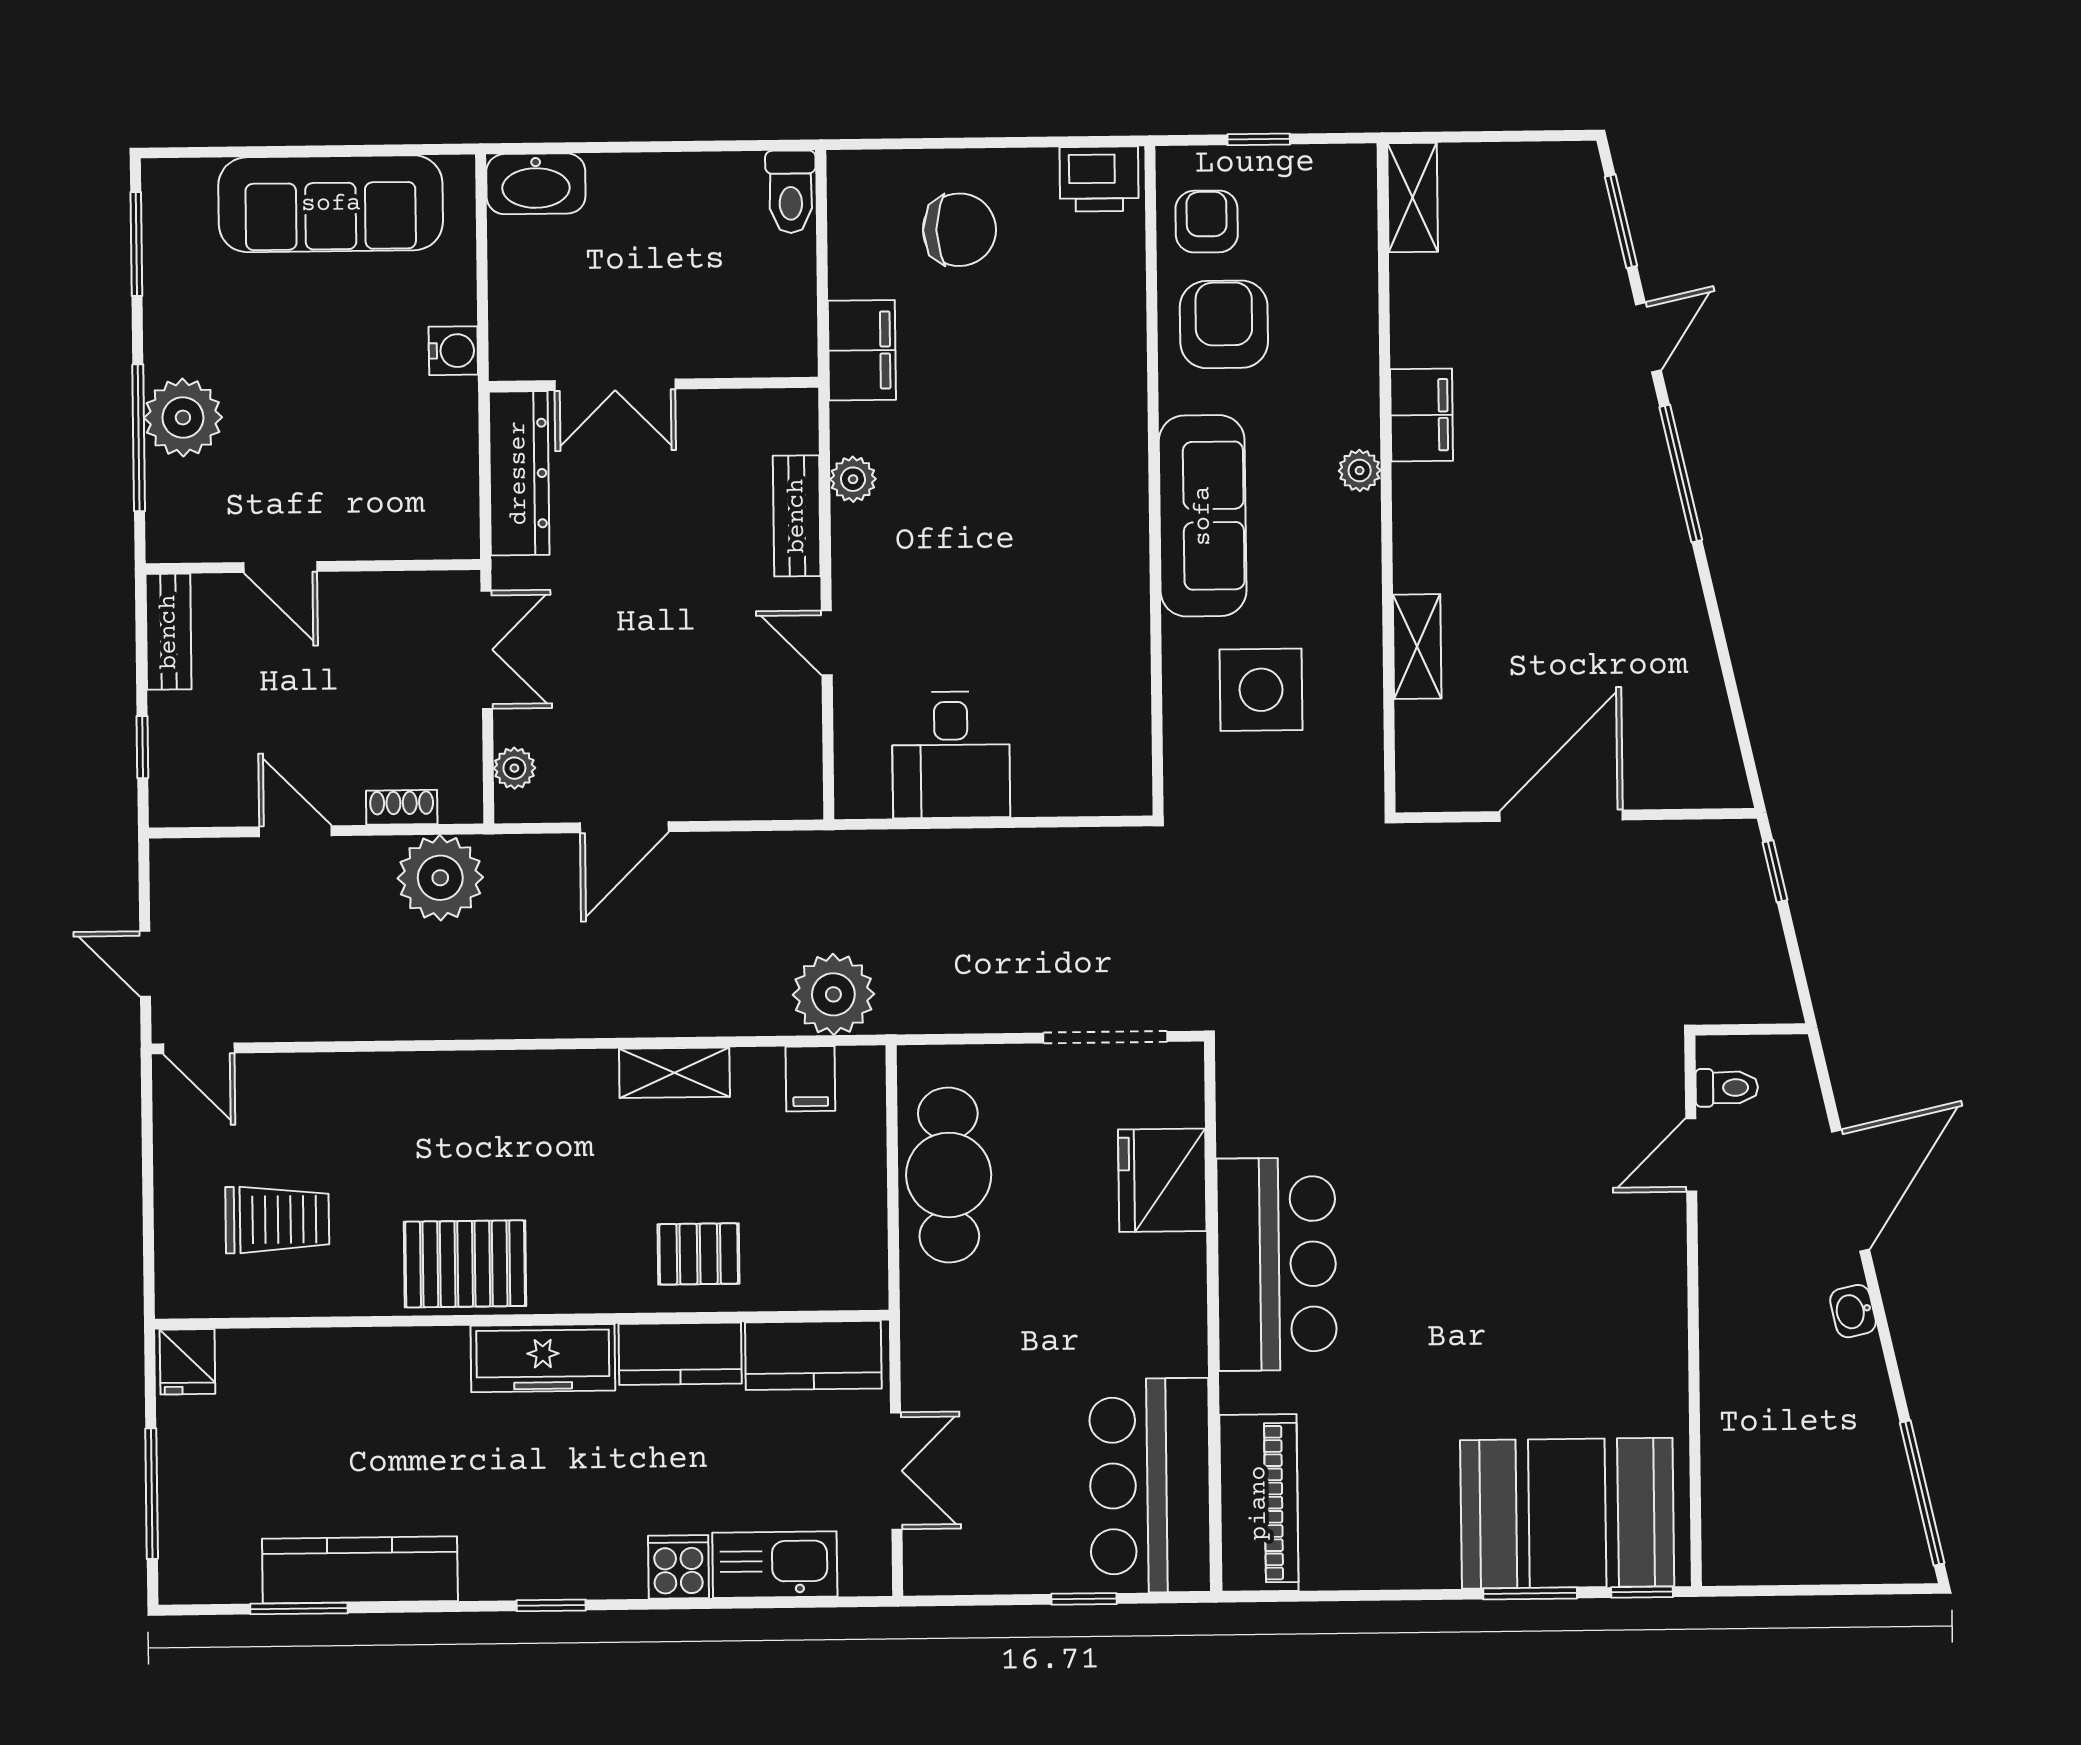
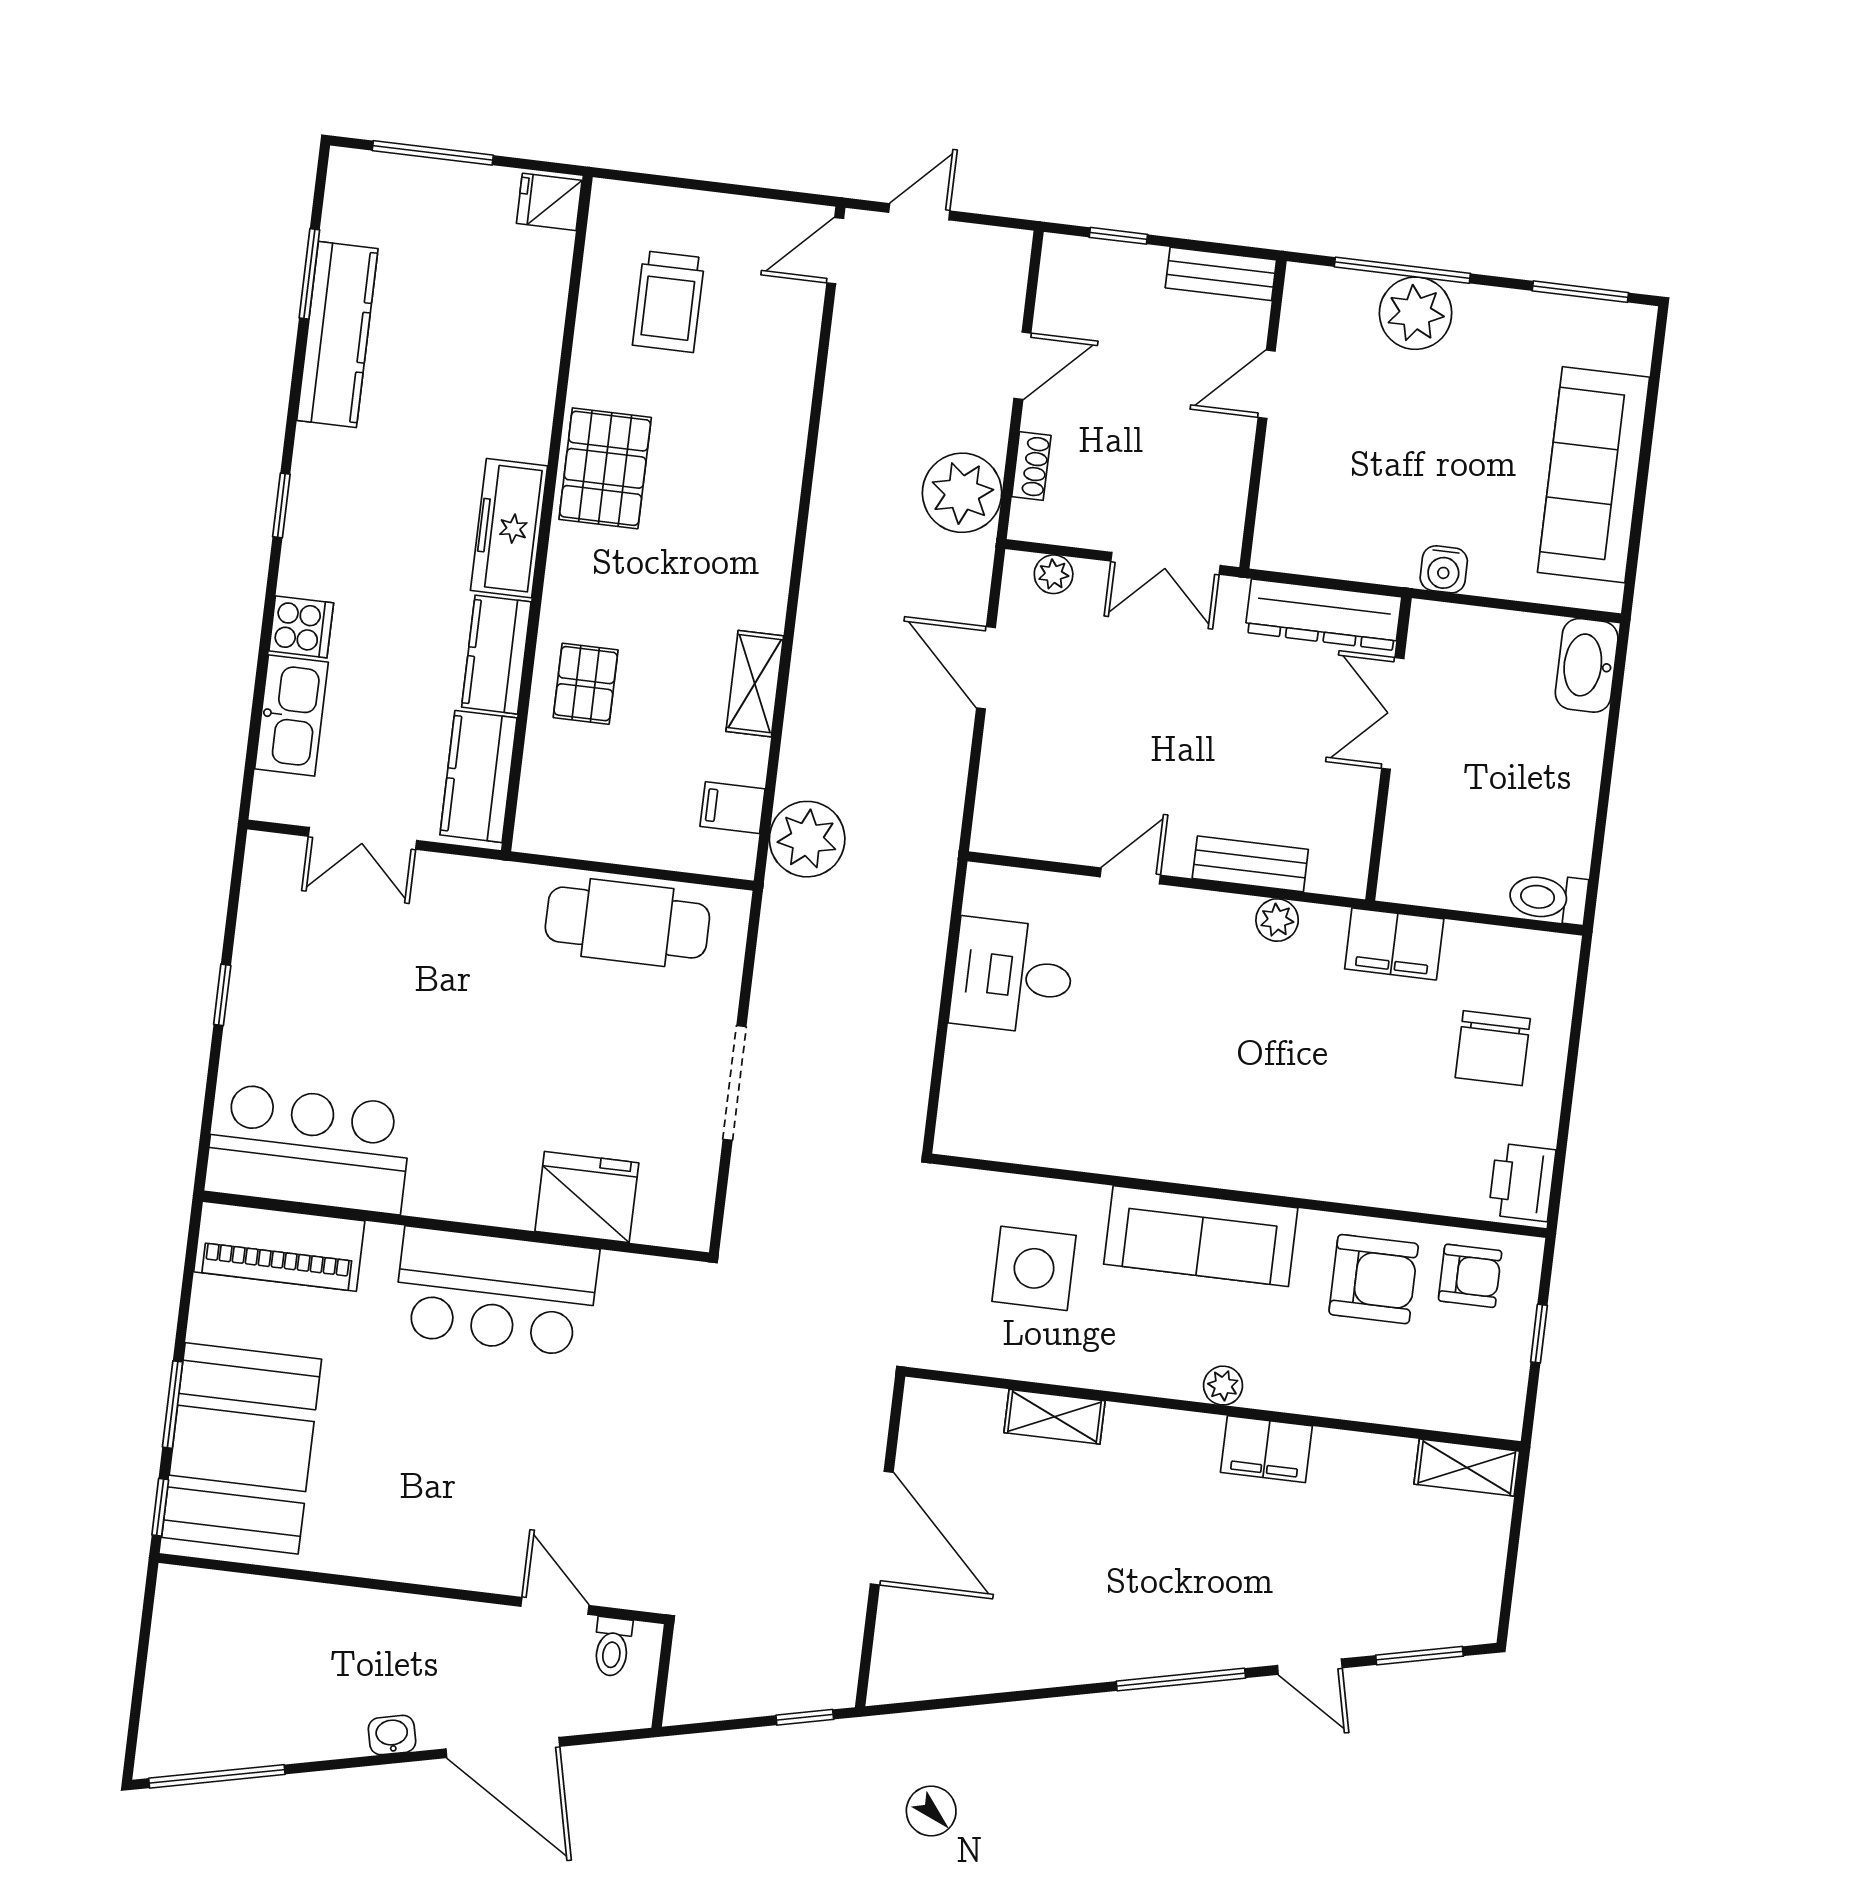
fridge: (1162, 1180) -> (587, 1197), moved
bar counter: (1277, 1264) -> (496, 1292), moved
wall: (1213, 1317) -> (456, 1227), moved
bar counter: (1150, 1486) -> (308, 1148), moved
piano: (1259, 1503) -> (279, 1246), moved

